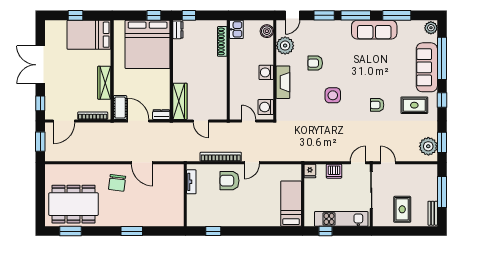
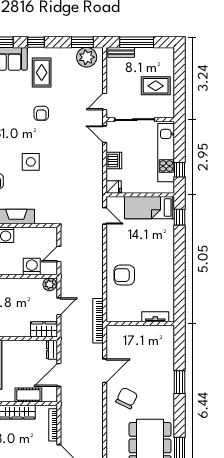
wardrobe: (180, 101) -> (44, 329), width x0.67
cot: (120, 107) -> (28, 395), moved
washing machine: (266, 107) -> (32, 266), moved, turned 180
plant: (221, 112) -> (50, 284), added
bookcase: (221, 157) -> (98, 321), moved
door: (252, 163) -> (105, 216), moved
armchair: (229, 181) -> (124, 275), turned 90
tv unit: (191, 182) -> (155, 317), moved
chair: (117, 183) -> (127, 398), turned -71
bench: (433, 213) -> (121, 52), moved
window: (213, 231) -> (180, 217), moved

